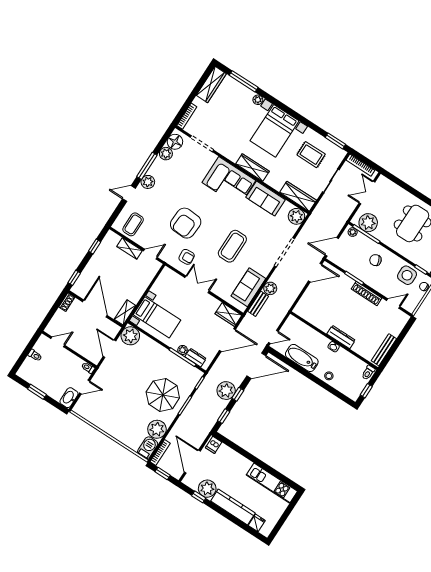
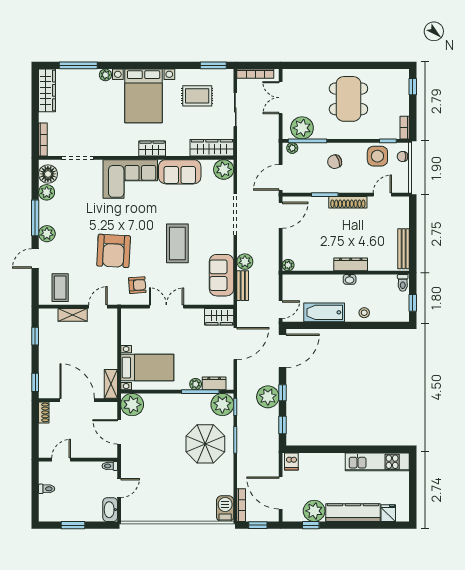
wardrobe: (253, 168) -> (152, 148), width x0.67
plant: (298, 310) -> (288, 265), added
plant: (157, 429) -> (222, 405), moved

